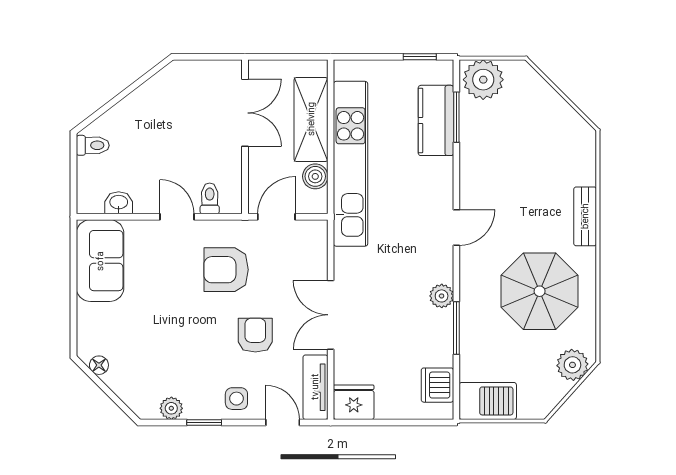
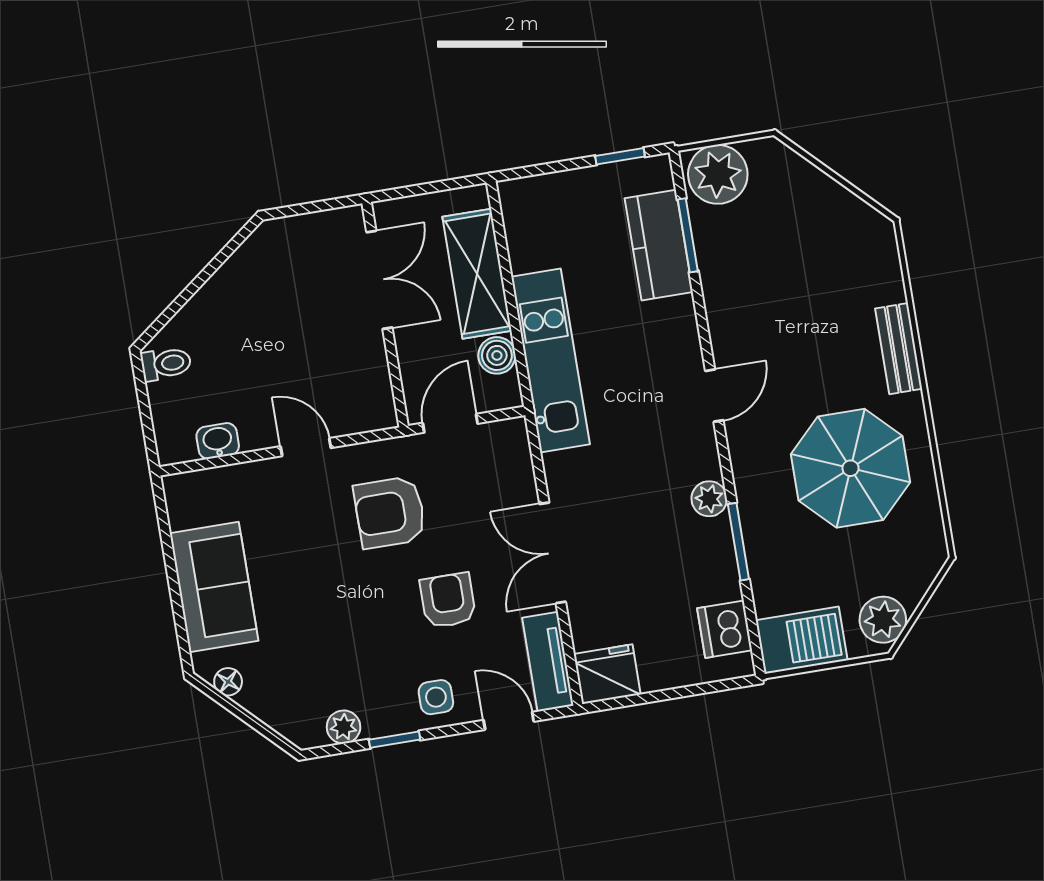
kitchen unit: (351, 164) -> (550, 361), width x0.73
toilet: (210, 198) -> (349, 413), removed
sofa: (100, 261) -> (214, 587), moved
plant: (572, 365) -> (883, 620), moved

